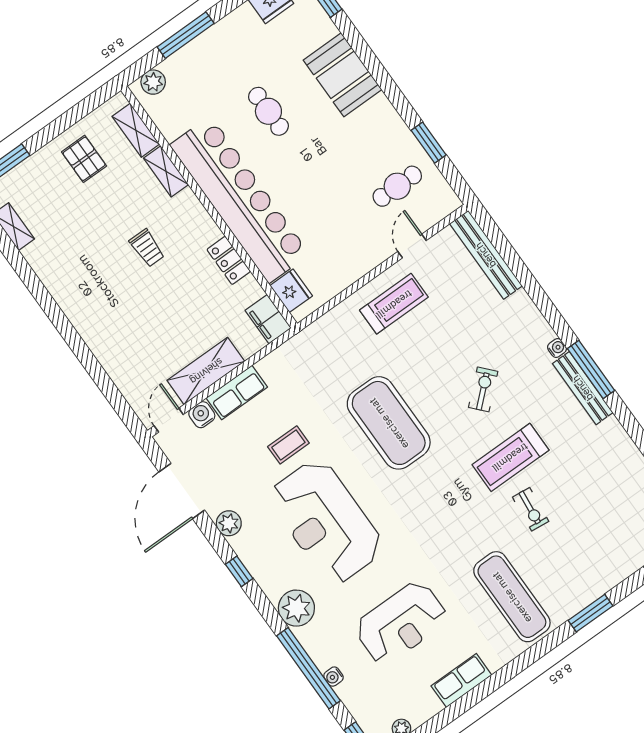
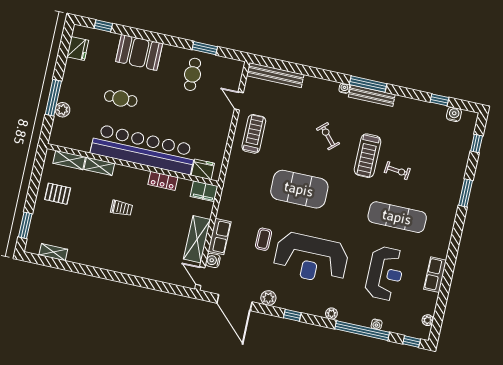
plant: (153, 82) -> (62, 110), moved
cafe table: (397, 186) -> (193, 74), moved
exercise mat: (512, 597) -> (397, 217), moved
plant: (296, 608) -> (331, 314), width x0.53, depth x0.53

